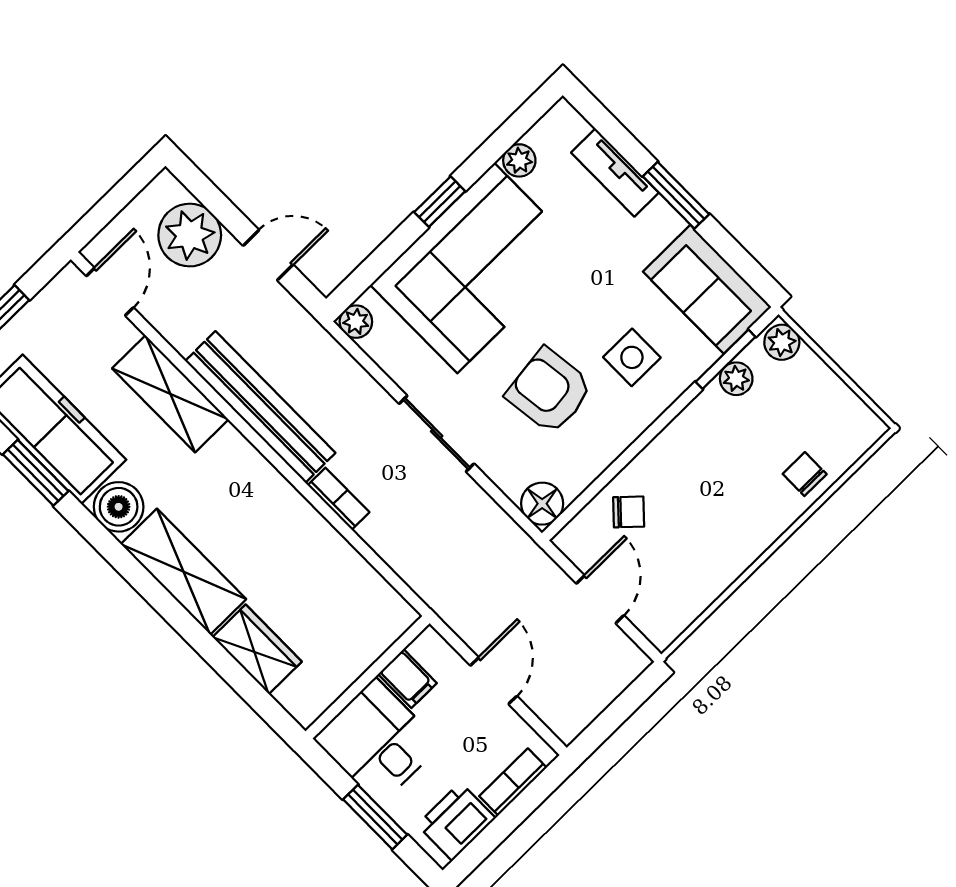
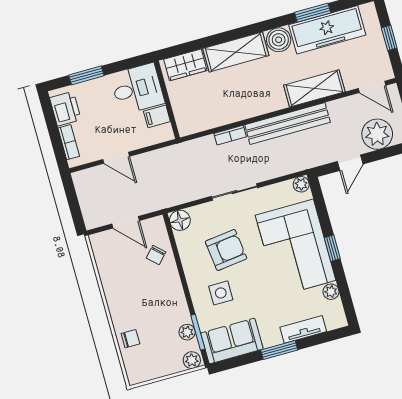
wall: (368, 677) -> (167, 100), moved
filing cabinet: (407, 679) -> (157, 116), moved
desk: (377, 742) -> (137, 89), moved

